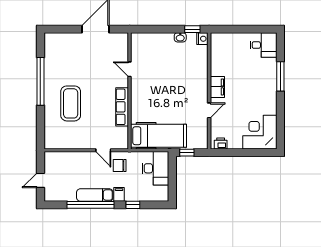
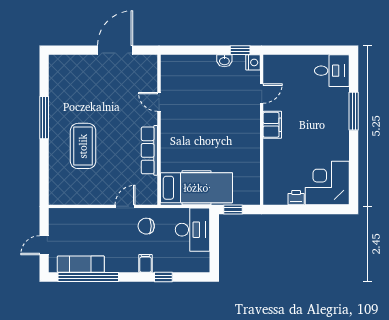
window: (40, 81) -> (44, 118), width x0.68
door: (209, 110) -> (262, 94), moved
printer: (221, 143) -> (296, 198), moved
door: (103, 150) -> (125, 206), swing flipped
exam couch: (95, 195) -> (81, 264), moved
window: (90, 205) -> (88, 277), moved

